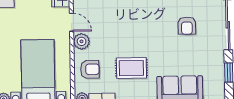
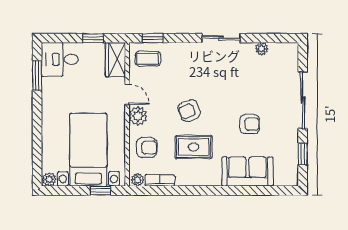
armchair: (187, 26) -> (250, 124), moved, turned -90
armchair: (127, 36) -> (189, 111), added

